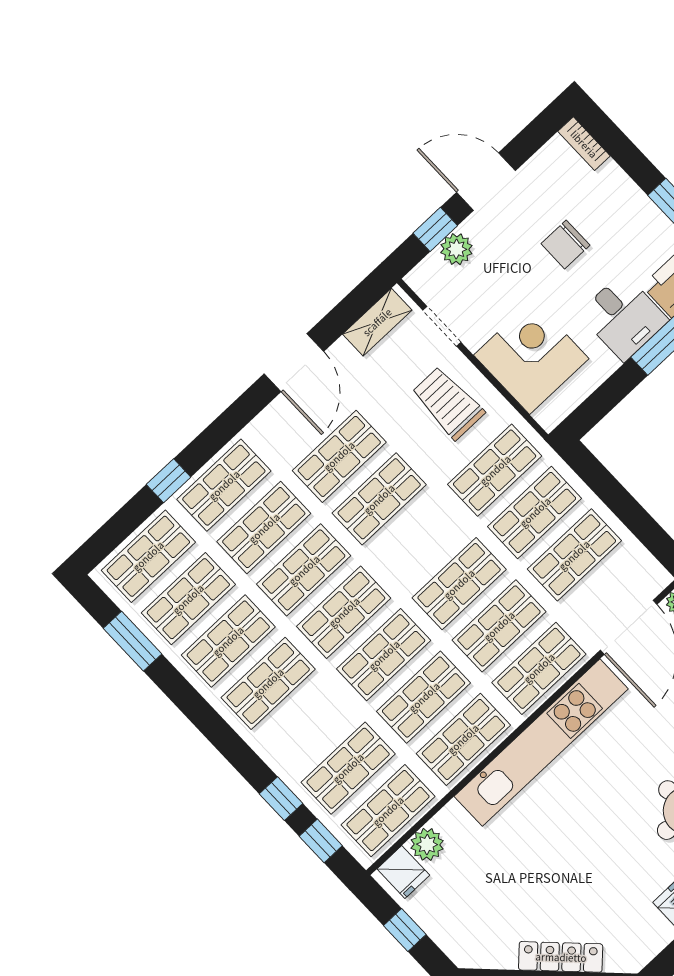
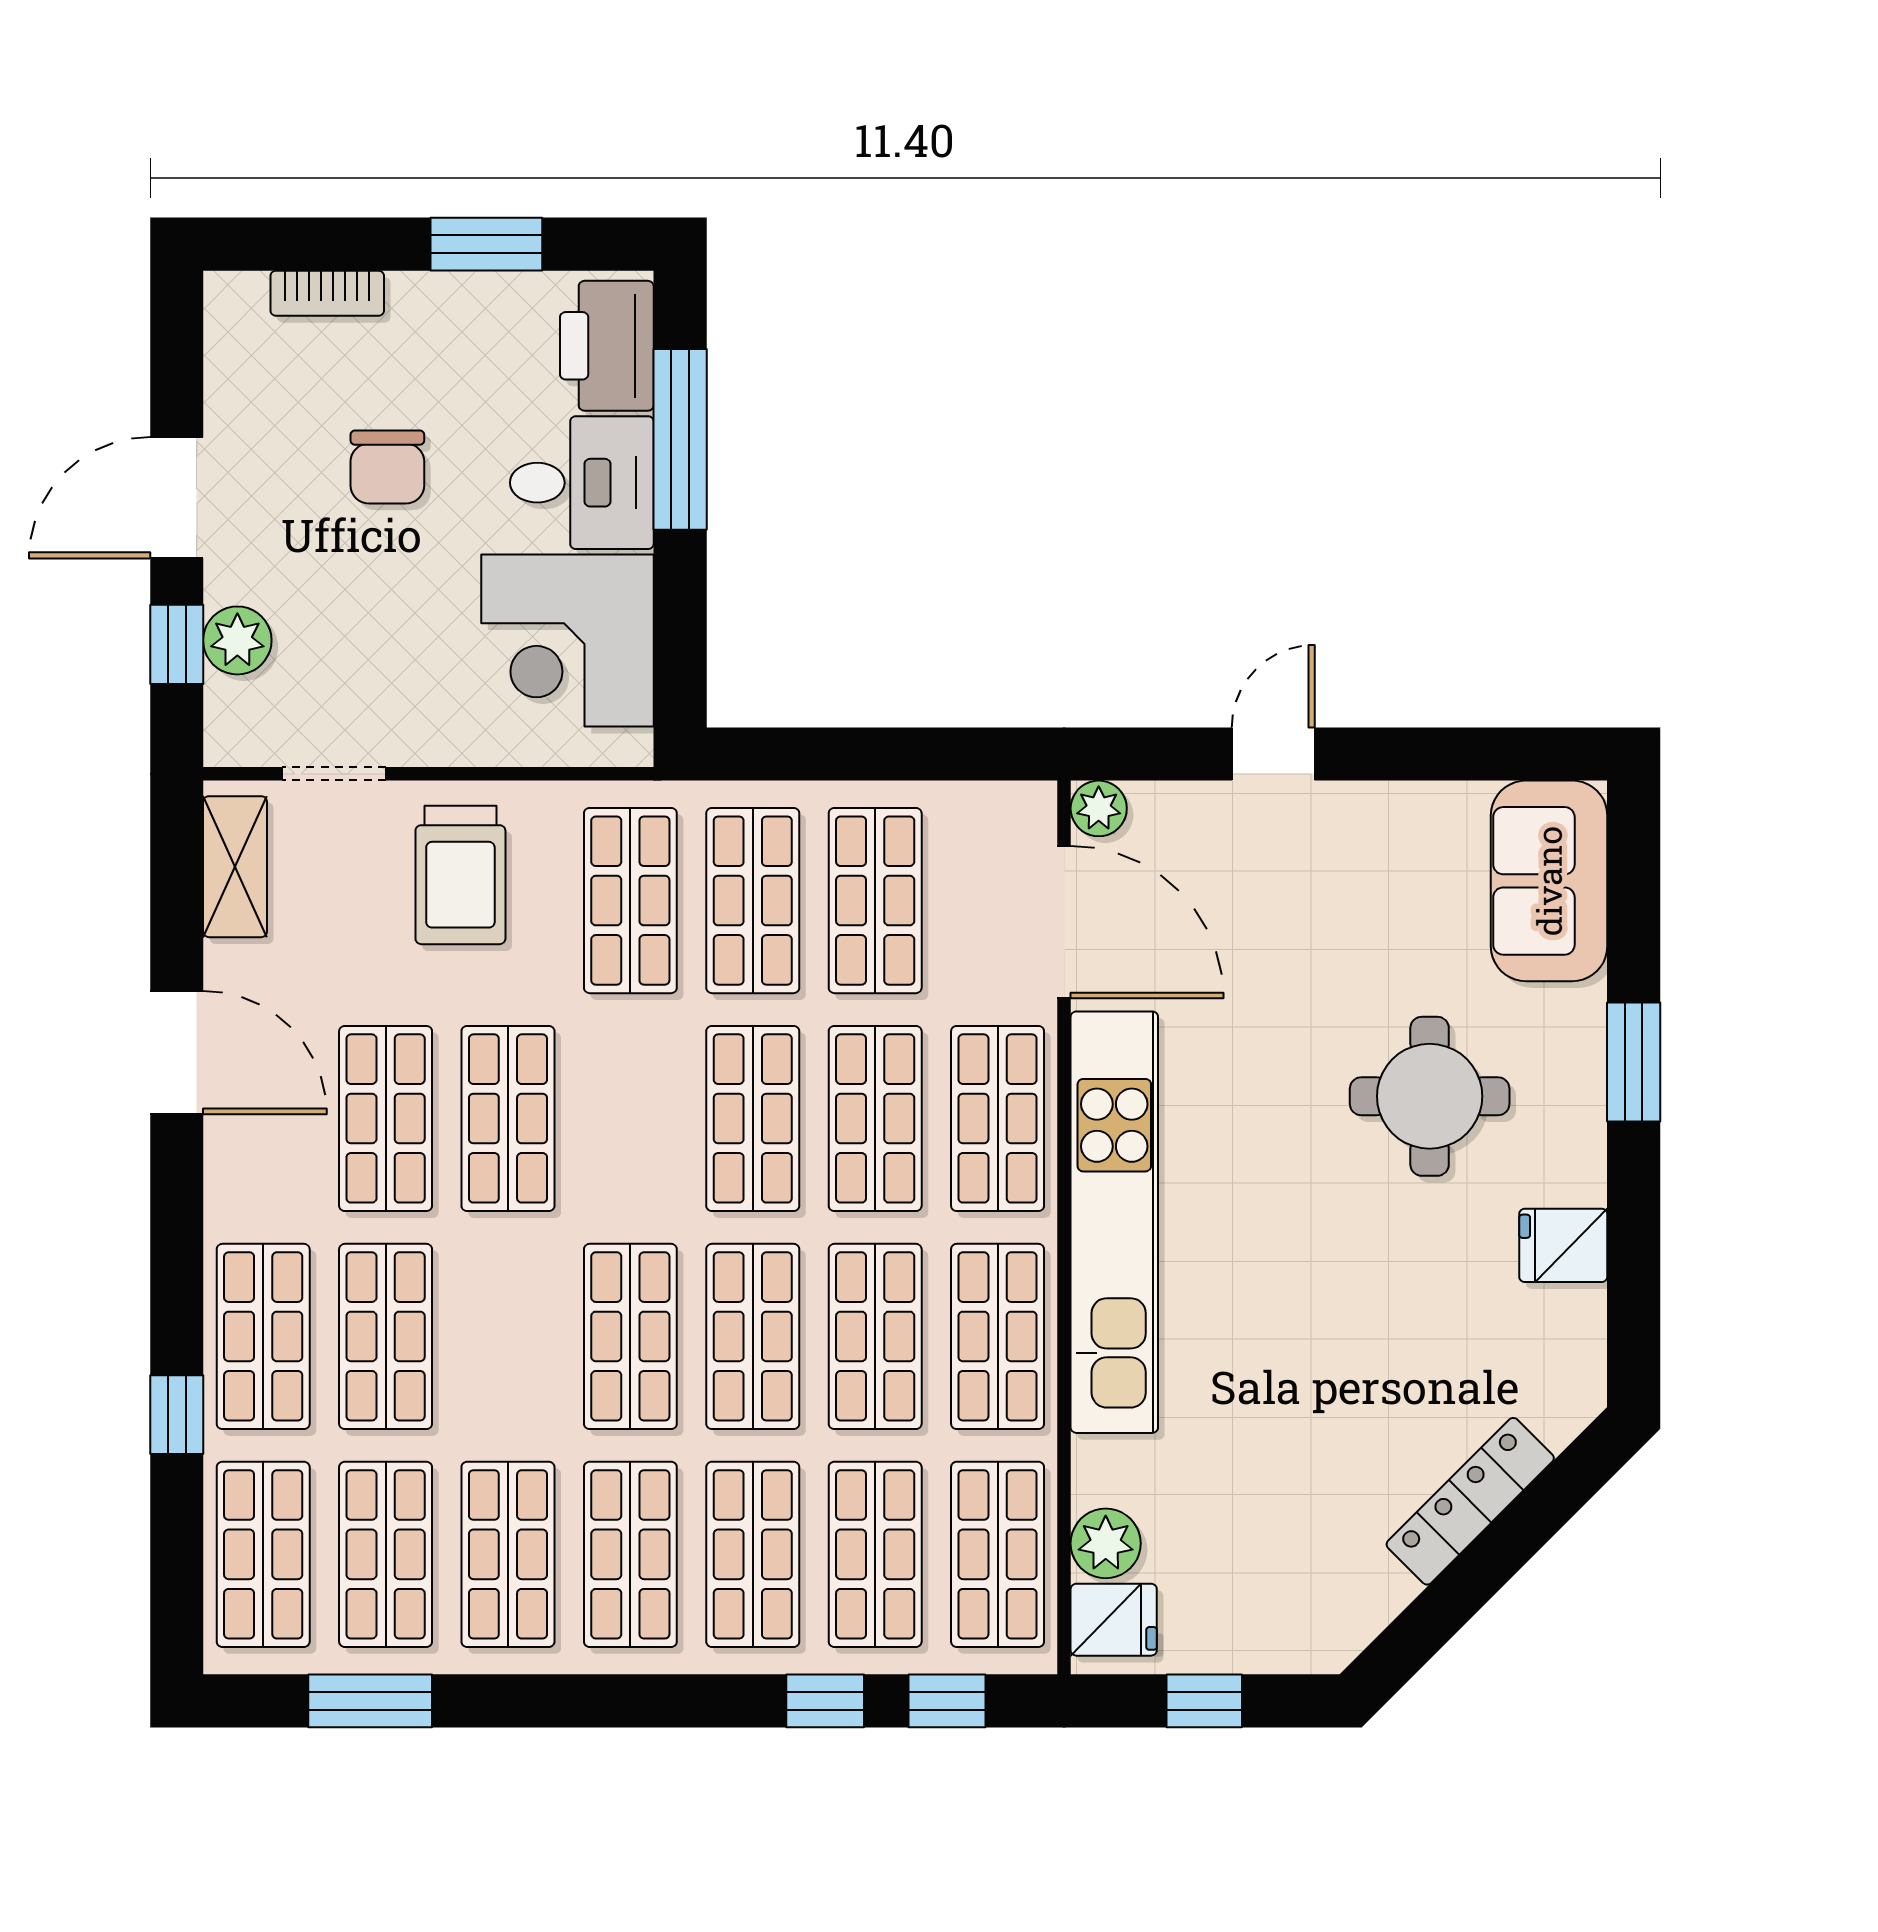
bookcase: (584, 144) -> (327, 293), moved
corner desk: (531, 357) -> (567, 641), moved, turned -90
trolley: (448, 403) -> (460, 875), turned -90
shop shelf: (304, 570) -> (753, 1554), moved

